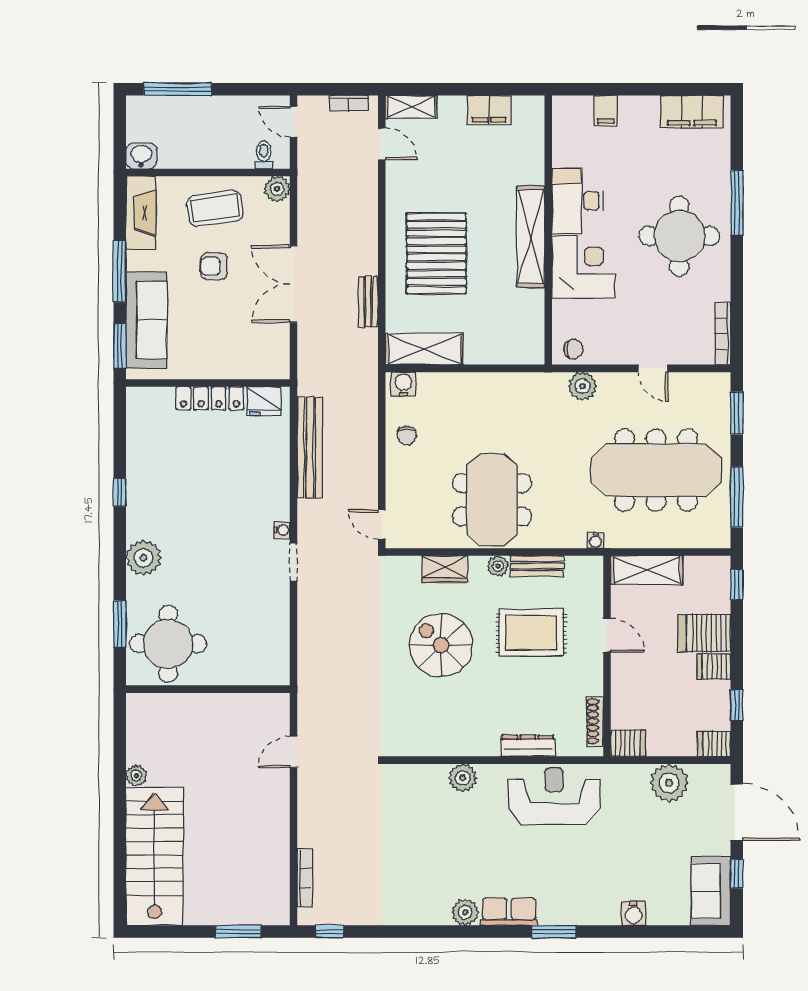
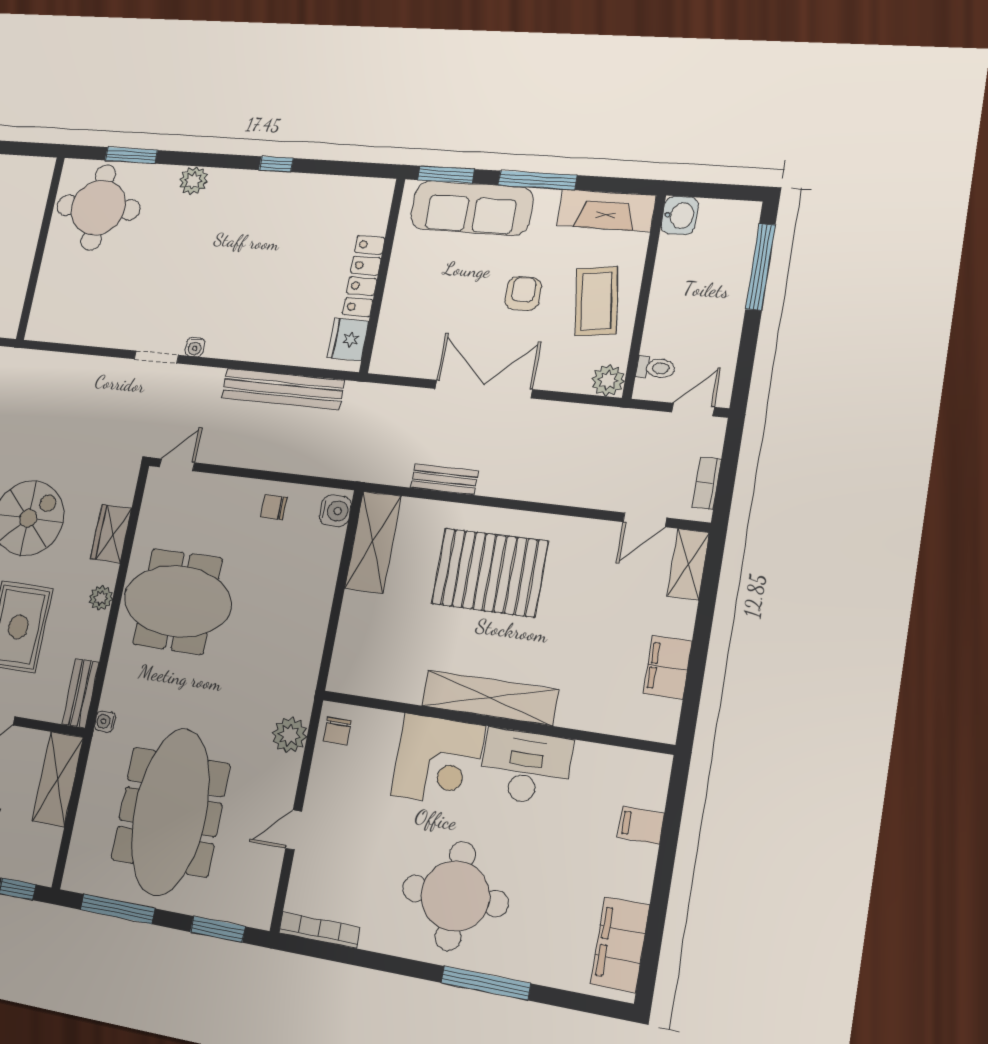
plant: (143, 558) -> (193, 181), width x0.73, depth x0.73
bench: (537, 566) -> (81, 693), moved

